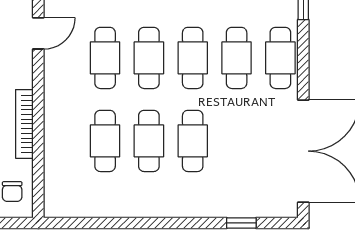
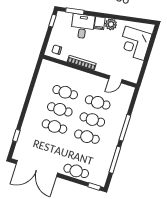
door: (38, 33) -> (115, 79), hinge flipped
cafe table: (237, 58) -> (82, 154), removed

